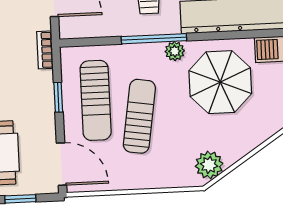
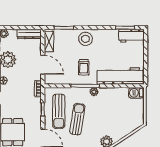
parasol: (220, 82) -> (113, 106), removed

